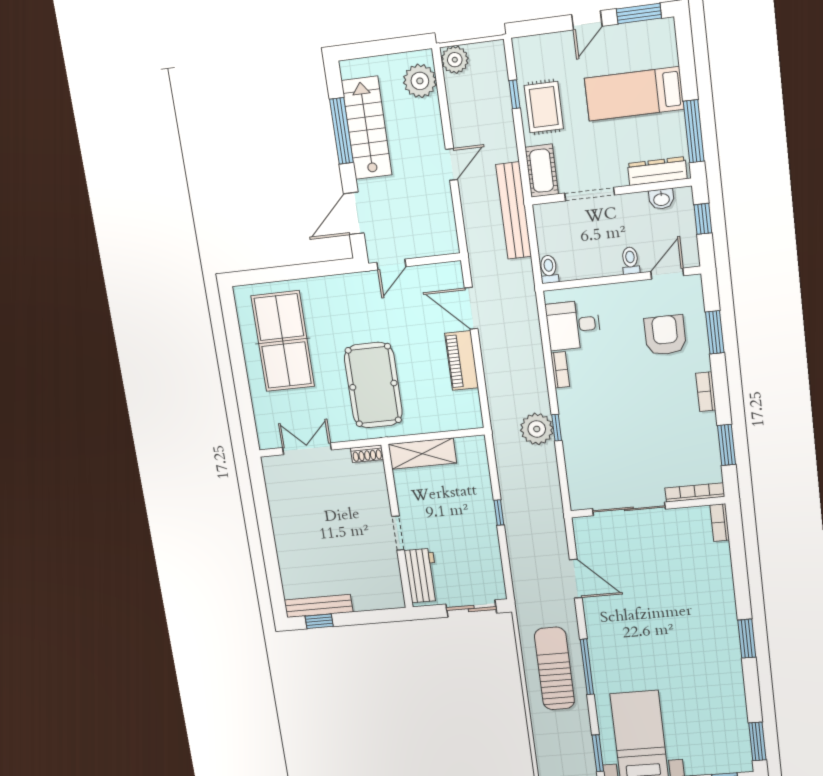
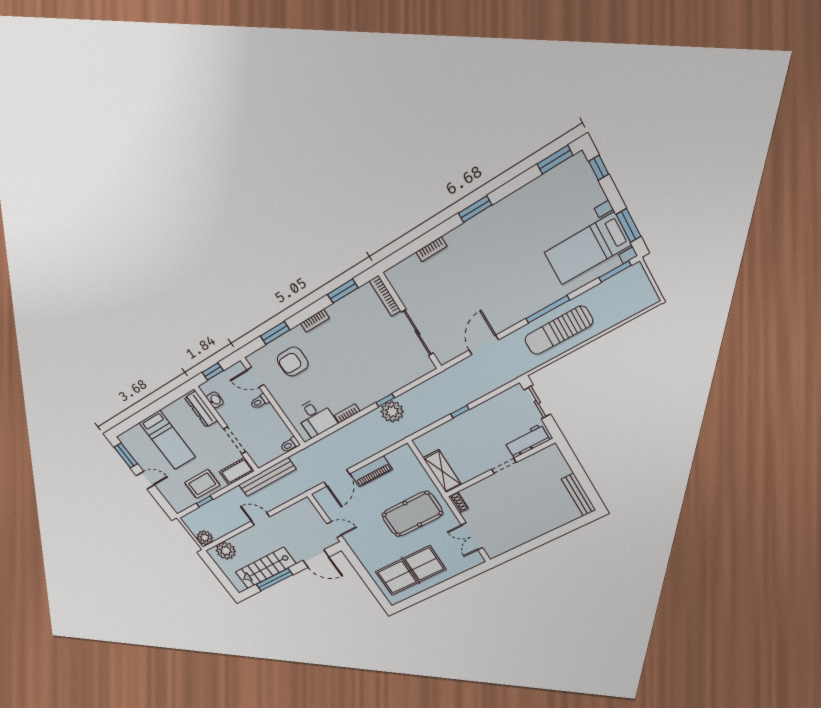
window: (694, 131) -> (168, 399), removed
bookcase: (720, 523) -> (432, 249), moved
window: (319, 621) -> (590, 491), removed

